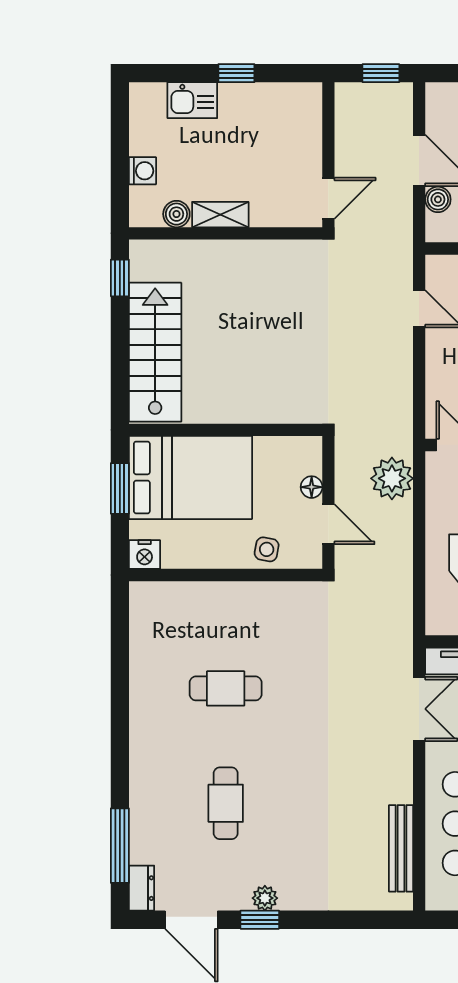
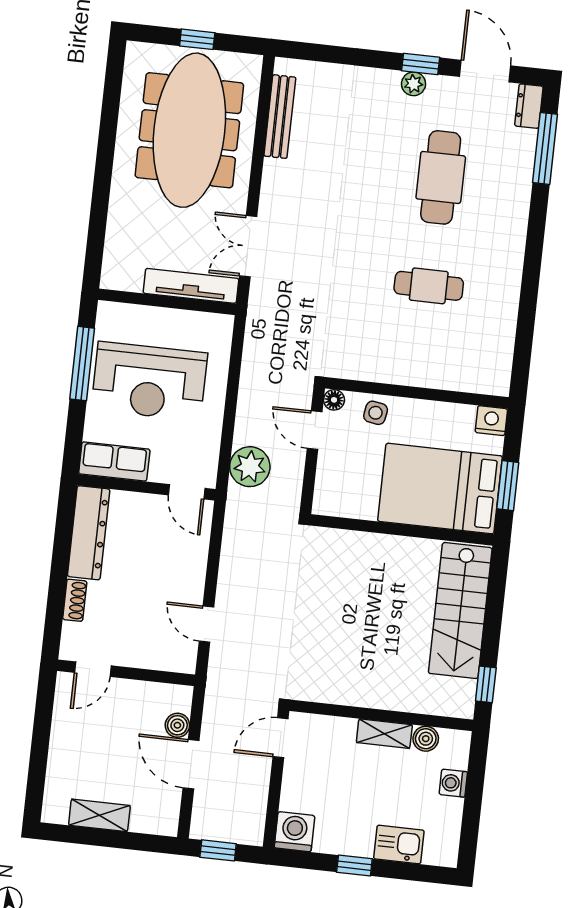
washing machine: (303, 102) -> (294, 832), added
floor lamp: (312, 487) -> (334, 400), moved
cafe table: (226, 803) -> (441, 177), width x1.37, depth x1.35

